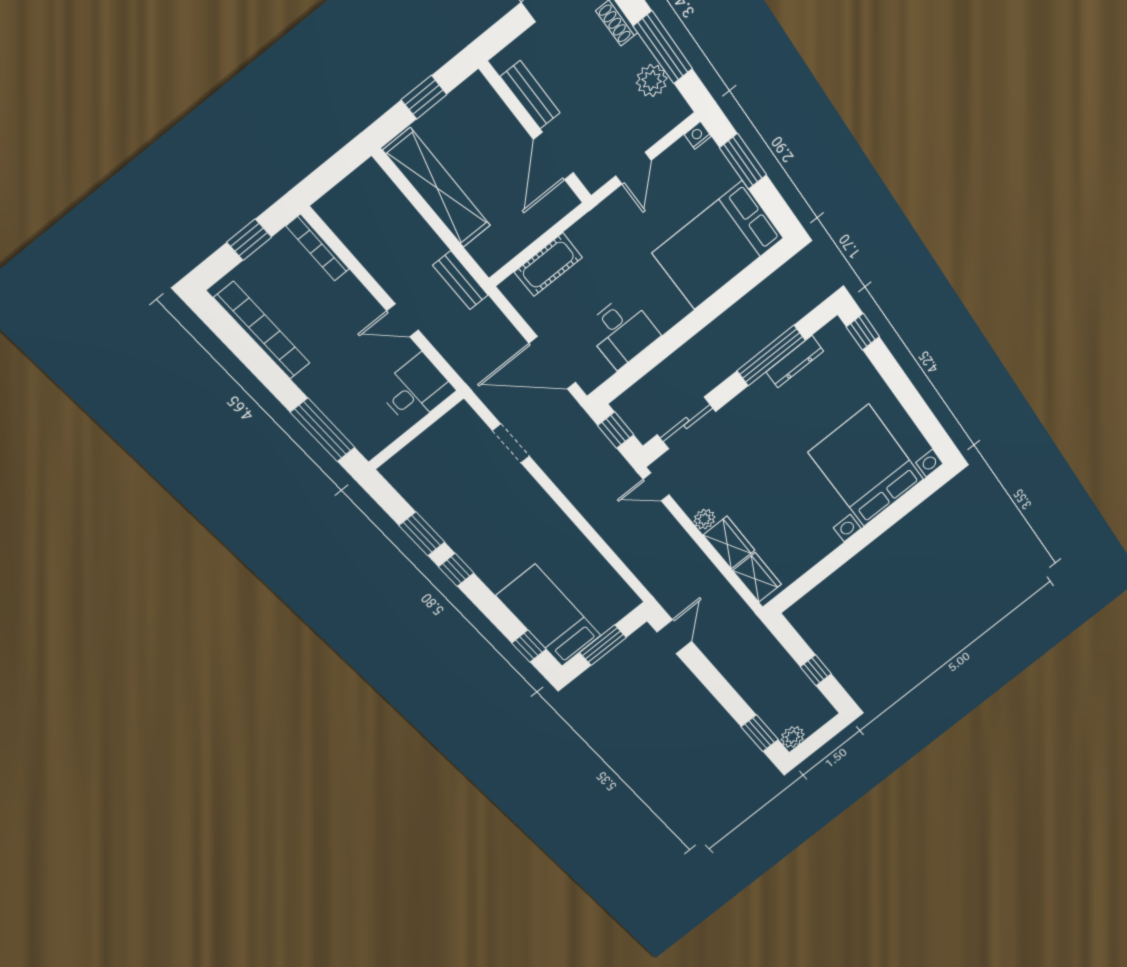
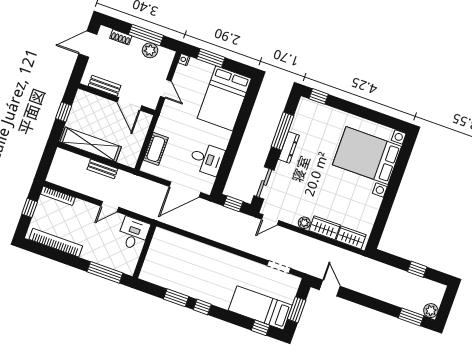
bench: (460, 280) -> (102, 169), moved
dresser: (795, 362) -> (289, 147), moved
doorway: (511, 444) -> (279, 267), moved

